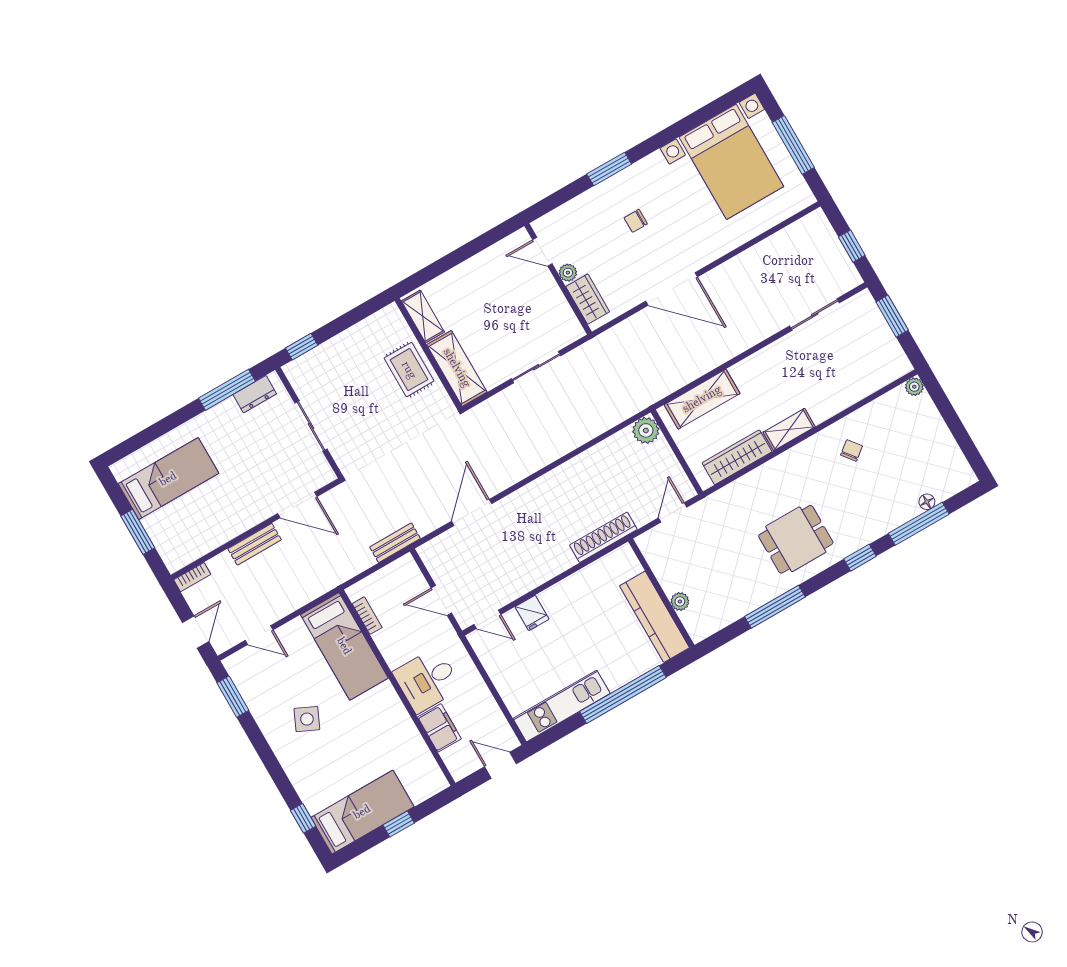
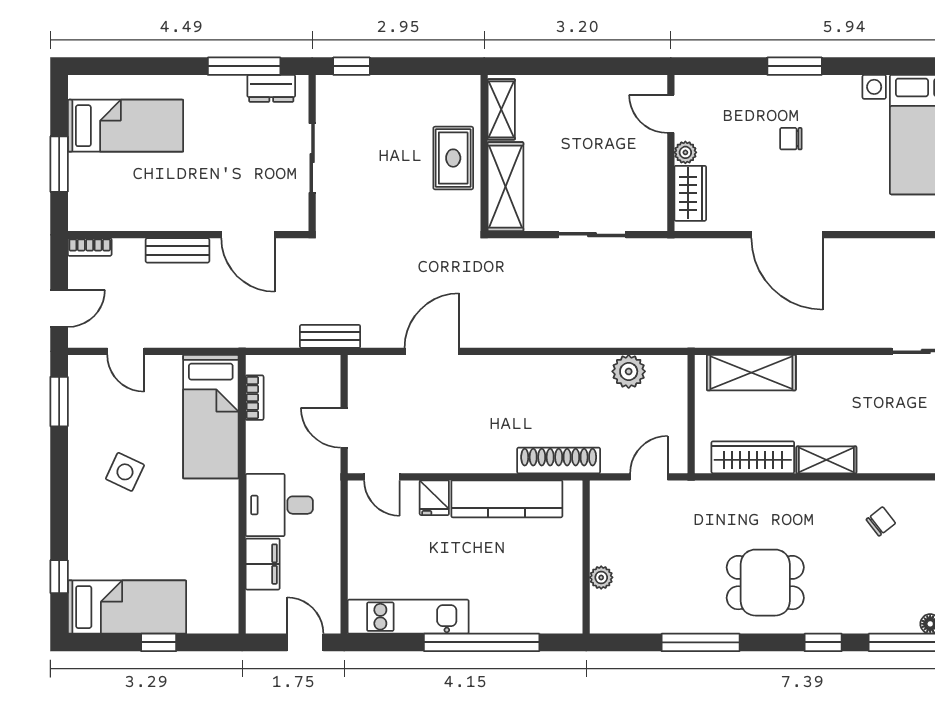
plant: (646, 430) -> (629, 371), moved
kitchen counter: (654, 617) -> (507, 499), moved, turned -90

